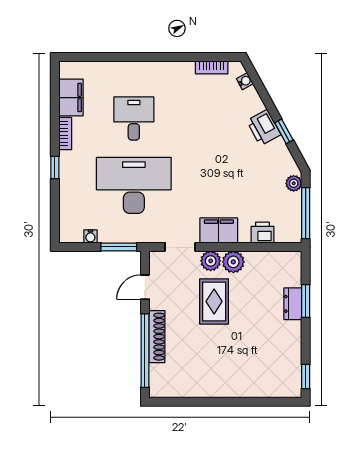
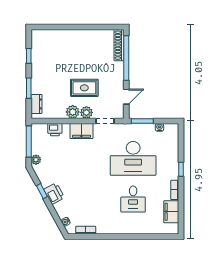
rug: (214, 301) -> (84, 88), turned 90
dresser: (293, 304) -> (36, 104), moved
shoe rack: (157, 337) -> (119, 45), moved
window: (306, 377) -> (29, 56), moved

